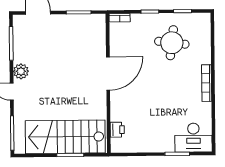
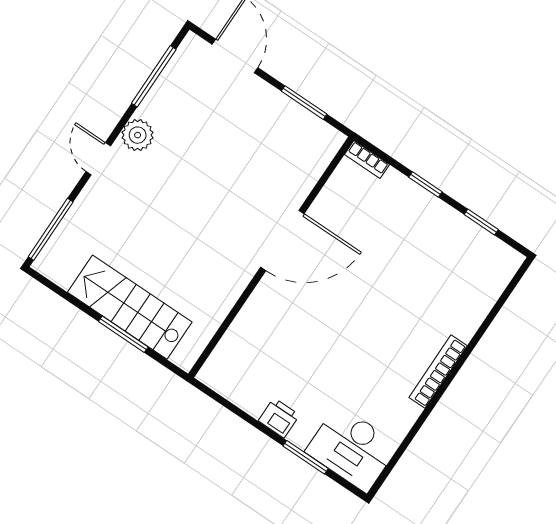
round table: (172, 43) -> (426, 263), removed
printer: (117, 130) -> (279, 418), moved, turned -90
stairs: (65, 137) -> (130, 307), width x0.73, depth x0.66

